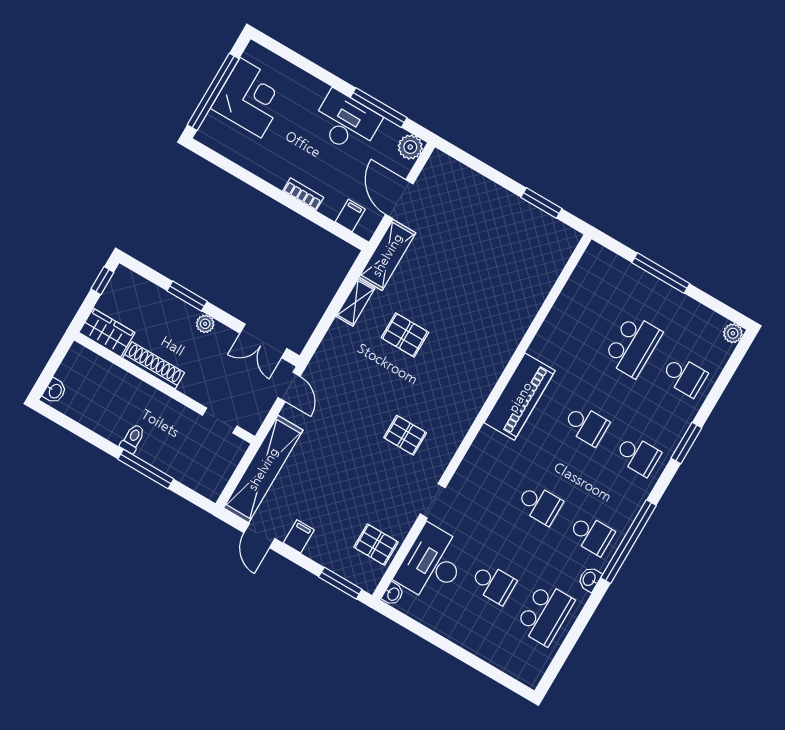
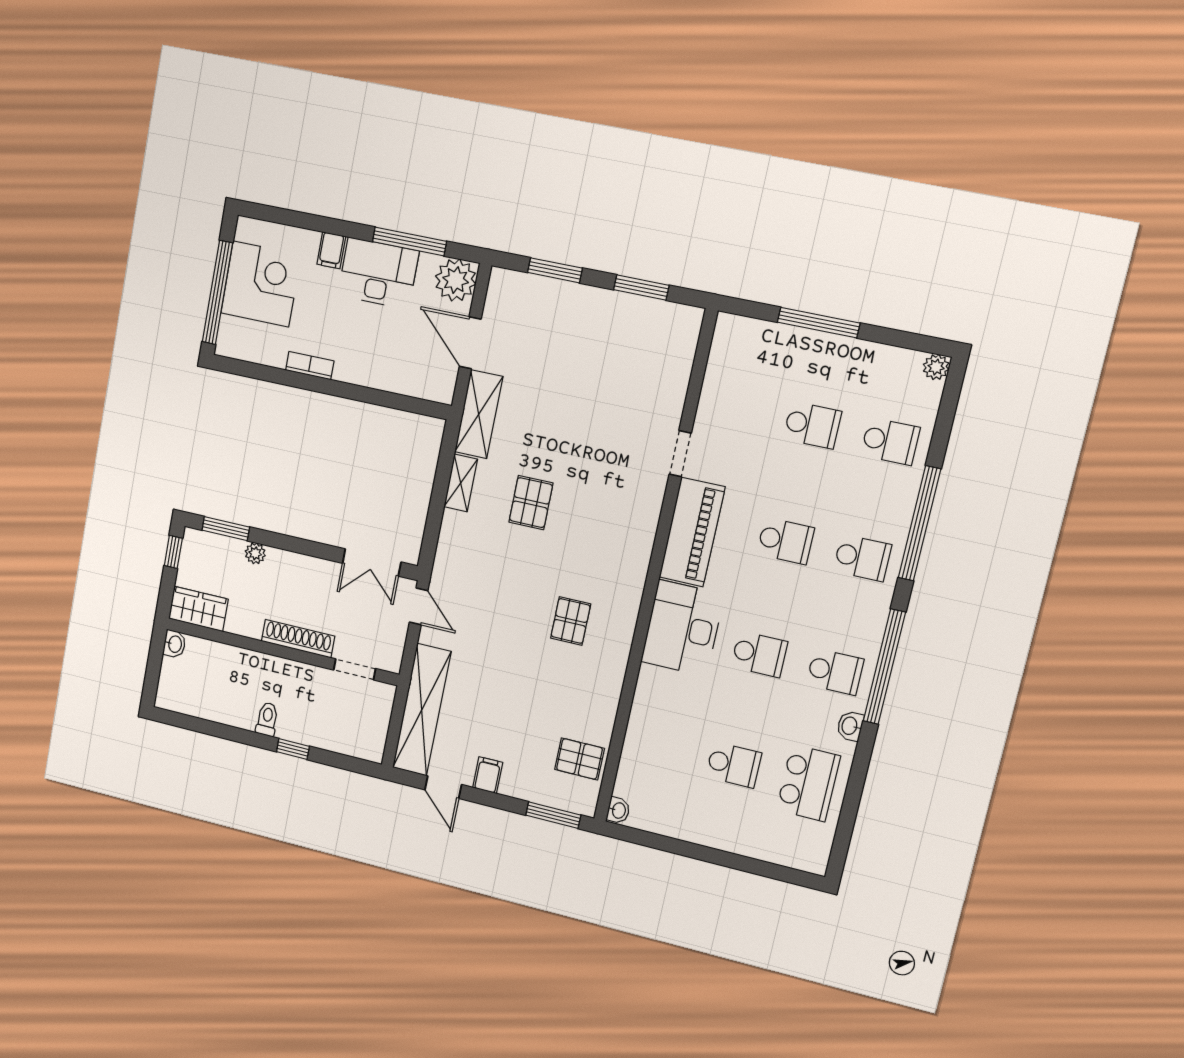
plant: (410, 147) -> (456, 280), width x1.36, depth x1.36
window: (482, 168) -> (555, 270), added
bookcase: (303, 194) -> (310, 366), moved
filing cabinet: (350, 215) -> (331, 250), moved, turned 180
window: (187, 296) -> (226, 529), moved
plant: (205, 324) -> (255, 553), moved
pallet: (405, 335) -> (531, 503), turned 90
school desk: (633, 346) -> (812, 425), width x0.54
shoe rack: (154, 365) -> (298, 639), moved
washbasin: (55, 391) -> (175, 644), moved
pallet: (405, 435) -> (571, 621), turned 90
window: (686, 443) -> (919, 523), width x2.11
window: (146, 469) -> (293, 749), width x0.46
doorway: (433, 501) -> (680, 454), moved
desk: (432, 564) -> (683, 628), moved

